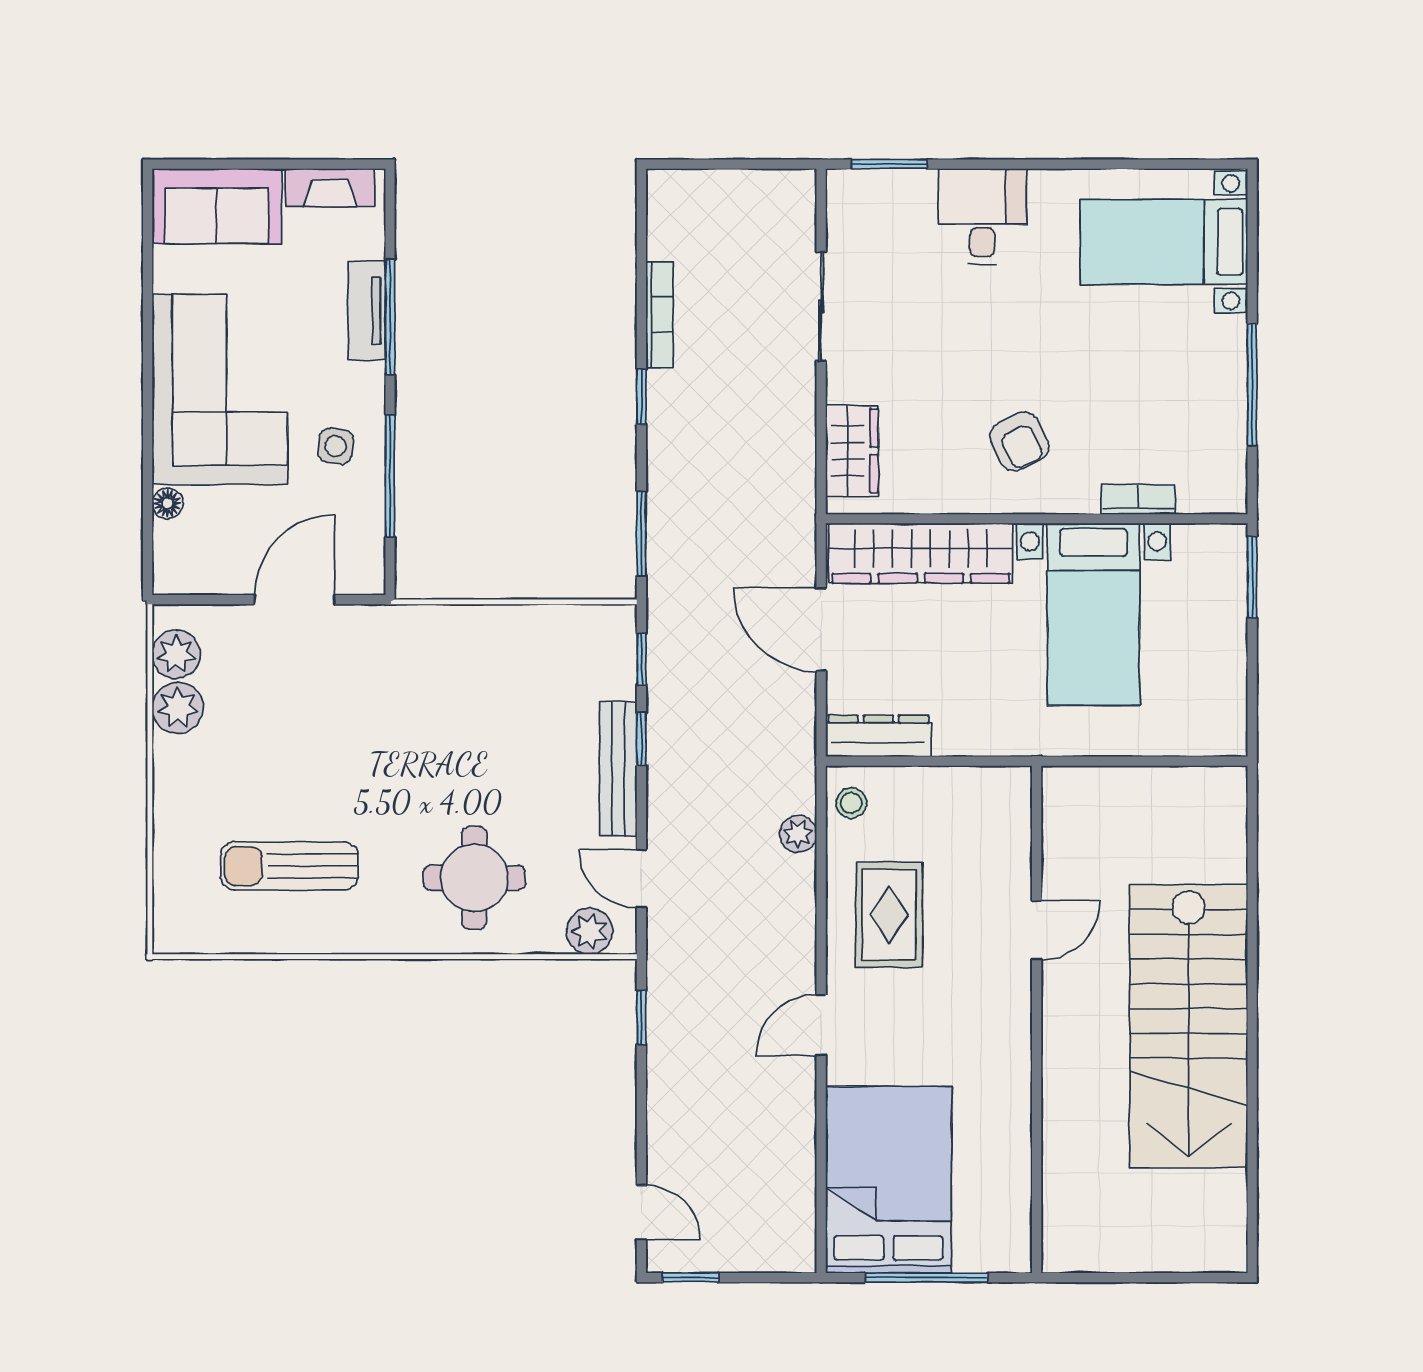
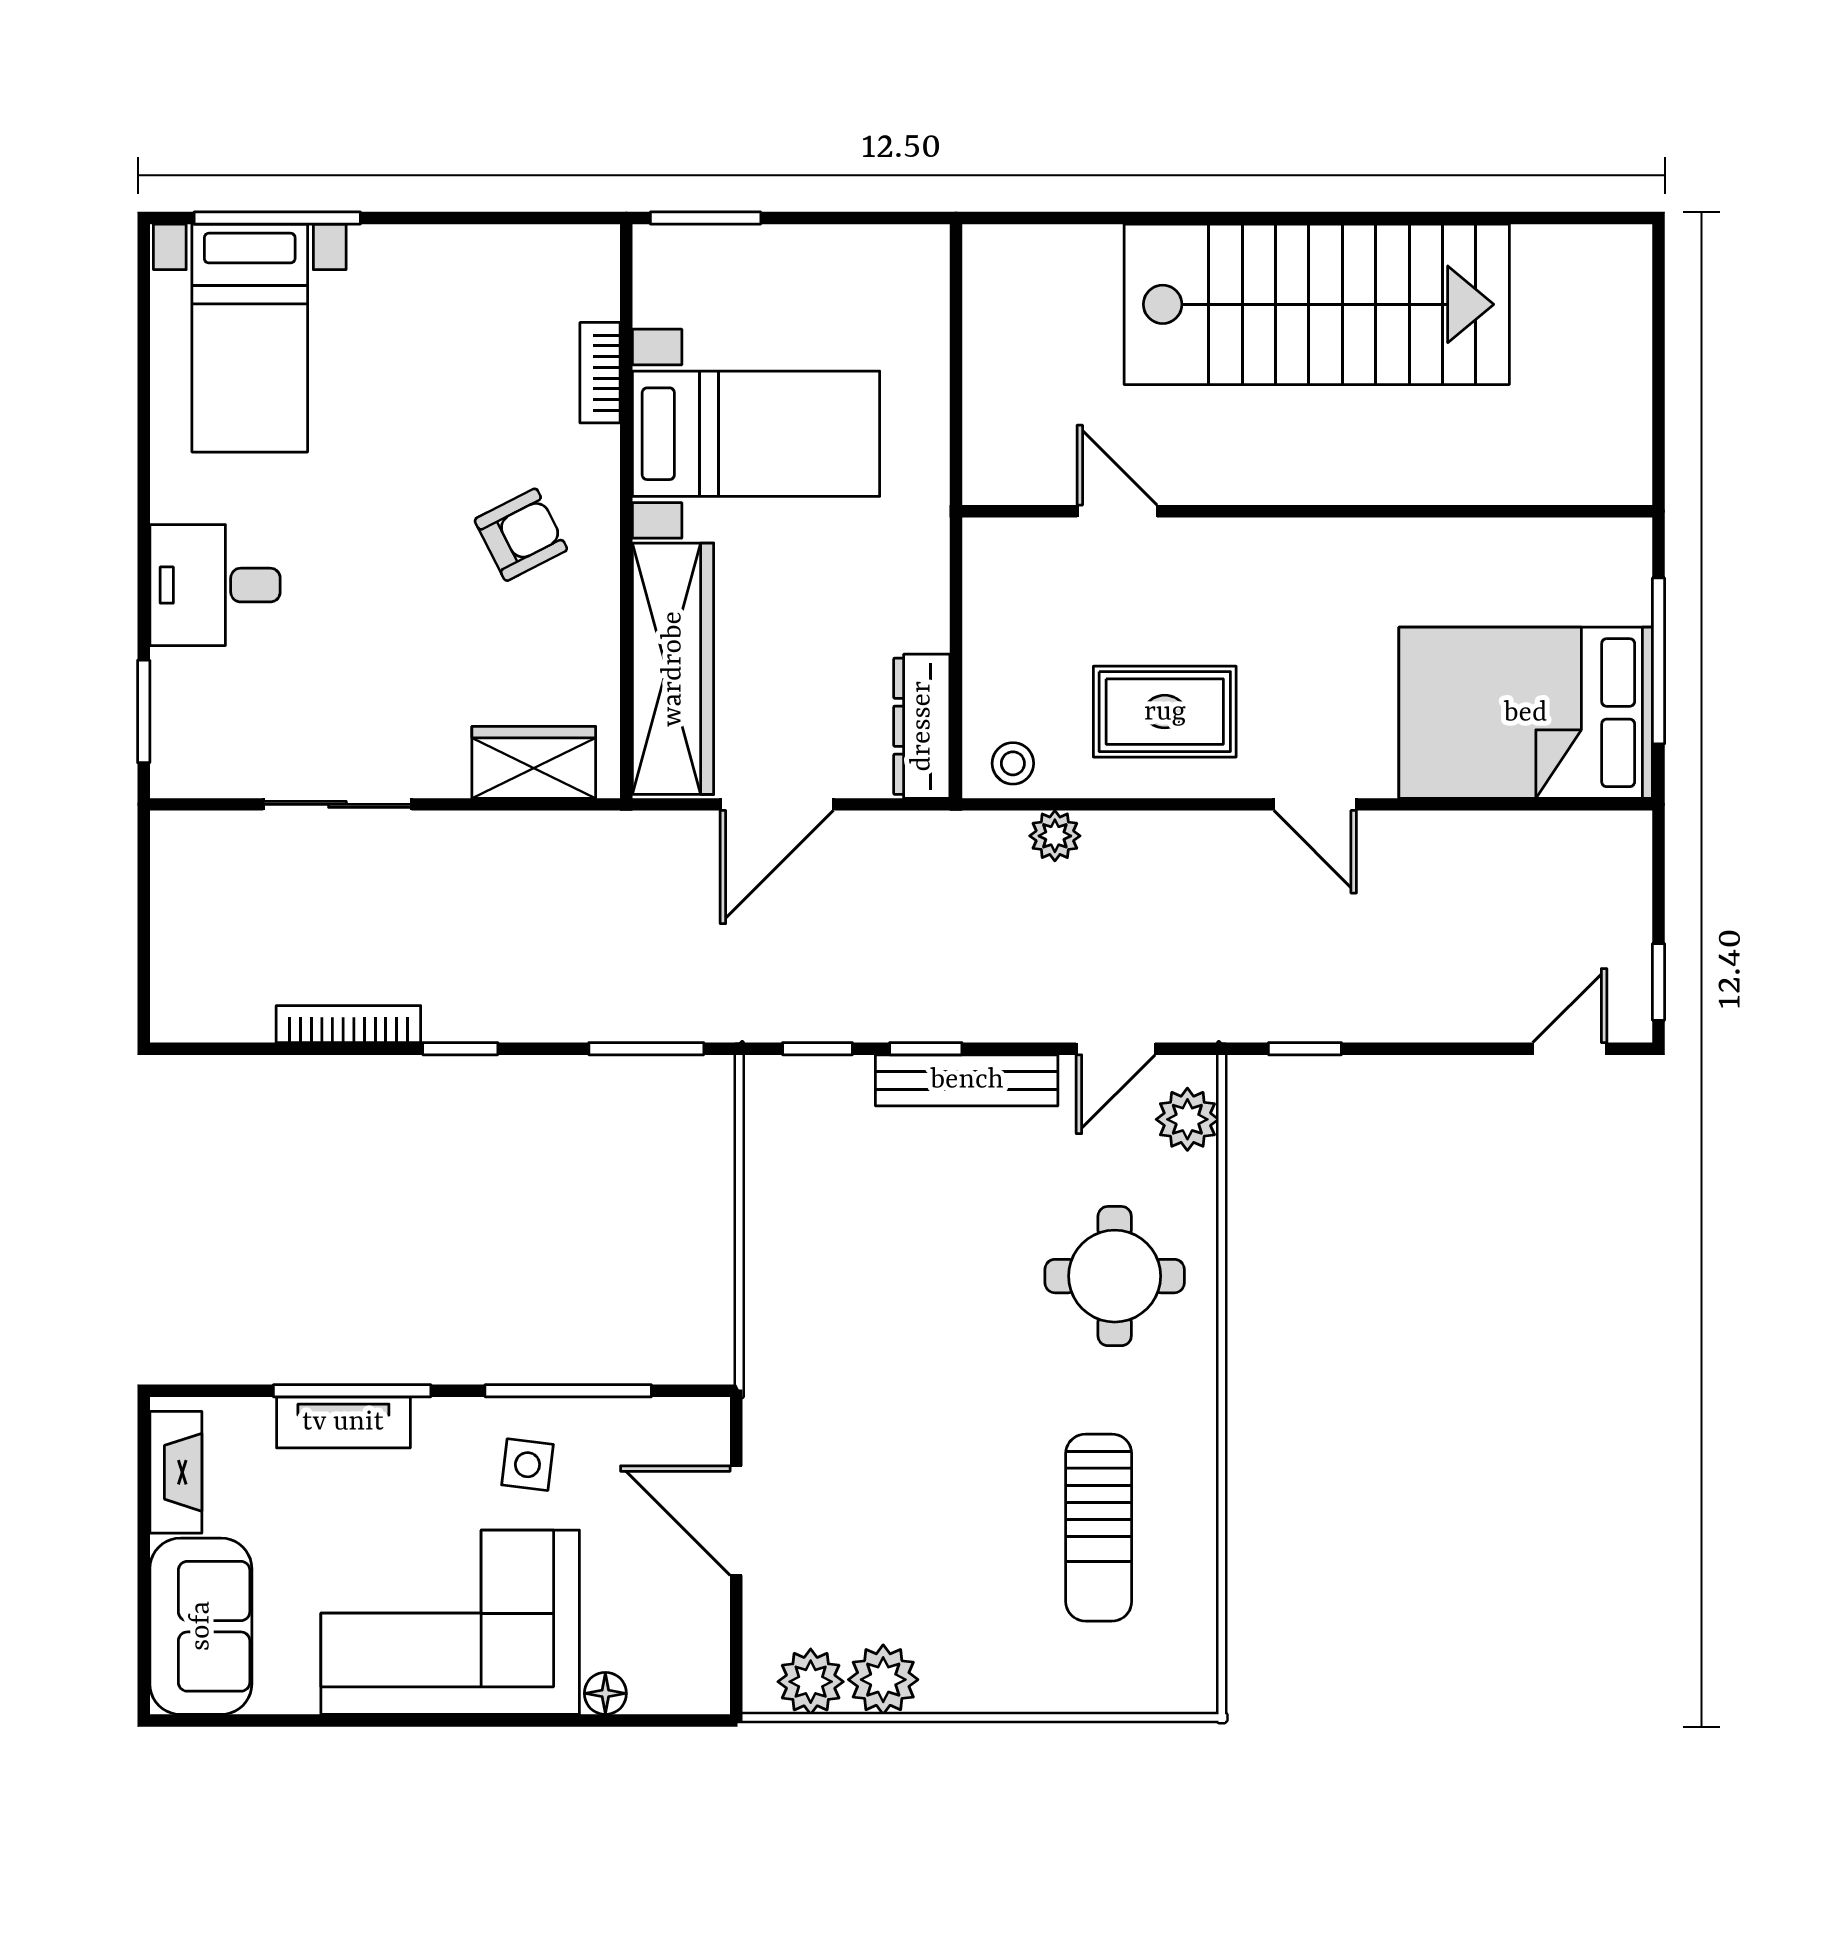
window: (1252, 385) -> (277, 218), moved
door: (1037, 930) -> (1117, 511), moved

